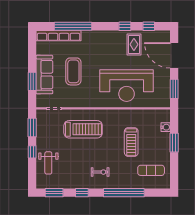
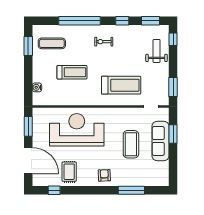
window: (73, 26) -> (131, 190), width x0.68
window: (125, 26) -> (78, 190), removed
row of seats: (59, 36) -> (146, 181), removed
armchair: (100, 41) -> (104, 175), added
treadmill: (83, 129) -> (121, 85), turned 180
treadmill: (131, 142) -> (72, 72), turned 90
window: (174, 143) -> (28, 46), moved
window: (32, 152) -> (173, 39), moved

